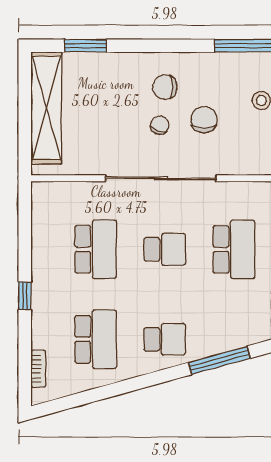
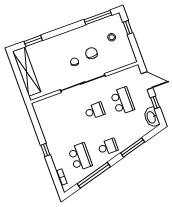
chair: (165, 87) -> (71, 46), removed
school desk: (96, 249) -> (67, 121), removed
window: (111, 390) -> (94, 175), added

